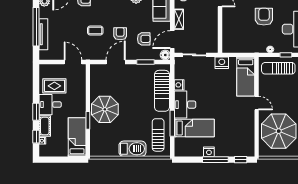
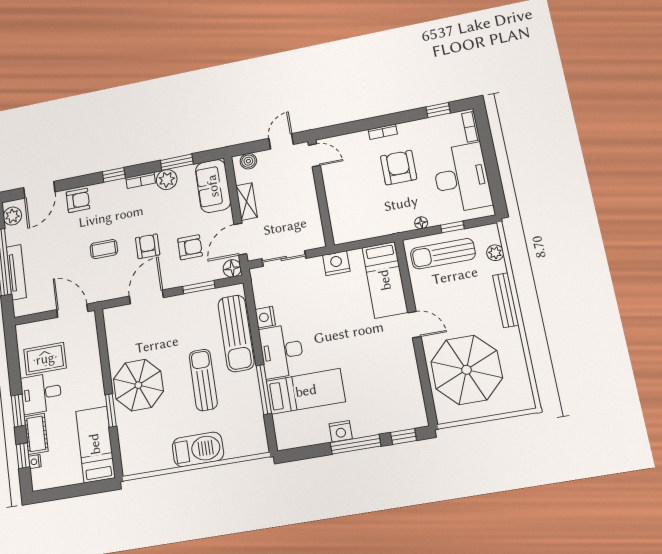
sun lounger: (158, 135) -> (203, 380), moved

